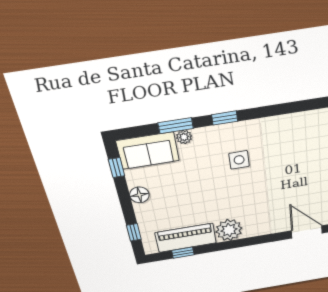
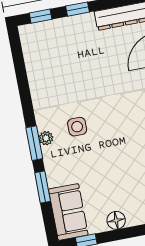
window: (225, 118) -> (34, 143), width x1.50
plant: (184, 137) -> (46, 138), moved

